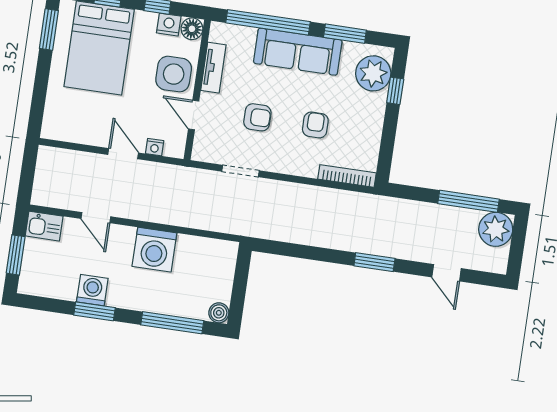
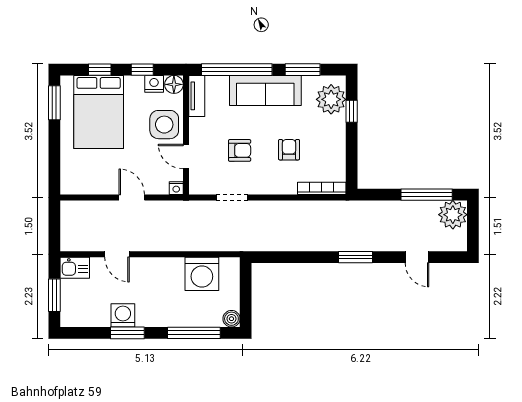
tv unit: (213, 68) -> (197, 96), moved
nightstand: (155, 147) -> (176, 188), moved
washing machine: (154, 250) -> (202, 274), moved

